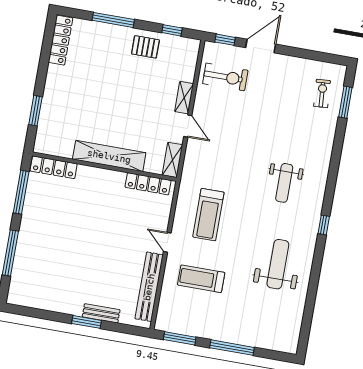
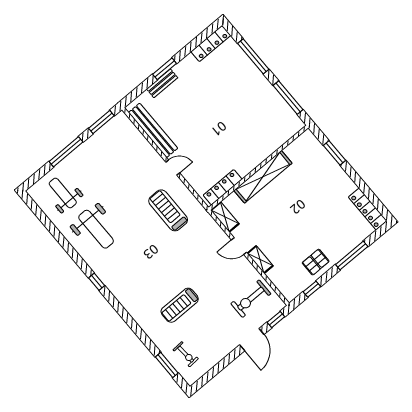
locker: (54, 167) -> (211, 43), moved, turned 180
weight bench: (284, 183) -> (63, 193), moved
treadmill: (201, 279) -> (180, 305), moved, turned 180

